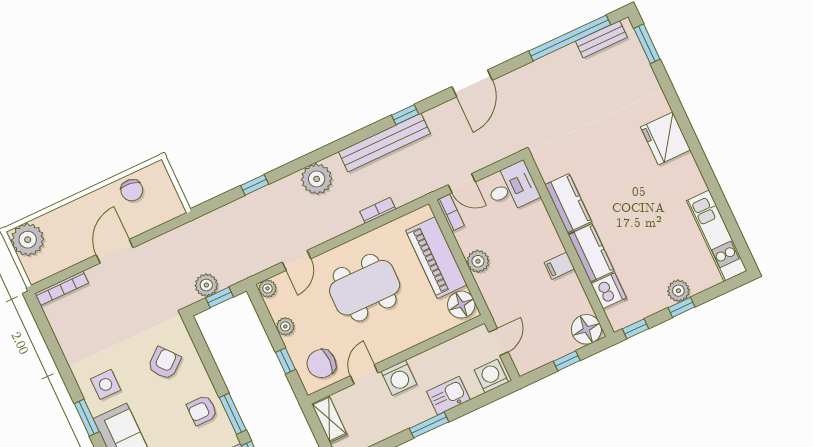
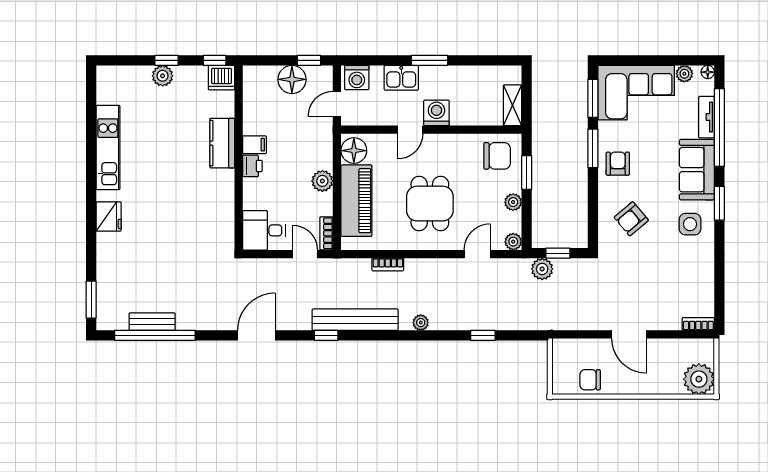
bench: (601, 39) -> (152, 322), moved
fridge: (666, 138) -> (109, 216), width x0.73, depth x0.75
plant: (317, 179) -> (421, 323), width x0.53, depth x0.53
chair: (132, 190) -> (590, 380), turned -98
kitchen counter: (568, 203) -> (222, 195), removed
kitchen unit: (717, 236) -> (108, 148), moved
printer: (552, 244) -> (252, 166), added
door: (115, 251) -> (629, 334), hinge flipped
plant: (206, 285) -> (542, 269), moved
bookcase: (62, 288) -> (698, 324), width x0.64
dining table: (365, 288) -> (430, 204), width x0.73
dishwasher: (609, 291) -> (221, 78), moved, turned -90
floor lamp: (586, 329) -> (292, 79), moved
window: (285, 361) -> (527, 173), width x1.50
window: (567, 361) -> (309, 60), moved
door: (364, 374) -> (410, 130), moved
armchair: (202, 410) -> (618, 164), turned -90

